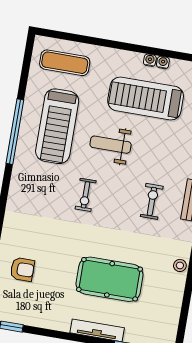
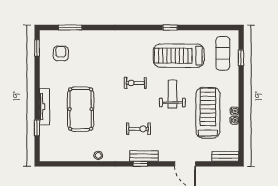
window: (75, 38) -> (241, 58), added
window: (15, 132) -> (170, 27), width x0.32
armchair: (22, 269) -> (61, 53), moved, turned 180

